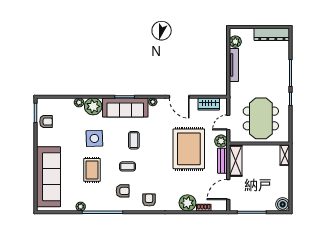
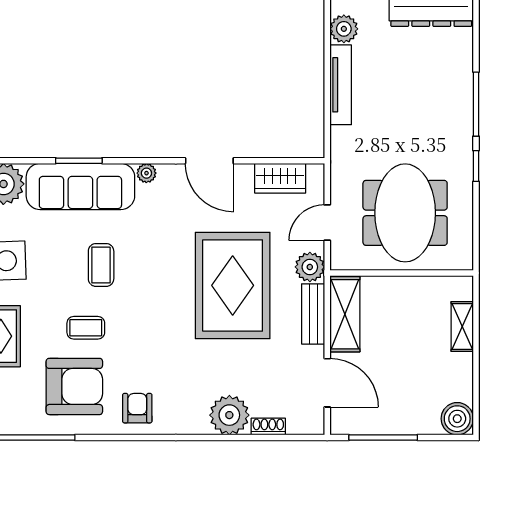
shelving: (285, 155) -> (462, 326), moved
door: (228, 189) -> (327, 383), swing flipped
armchair: (123, 191) -> (74, 386), width x1.88, depth x1.88

